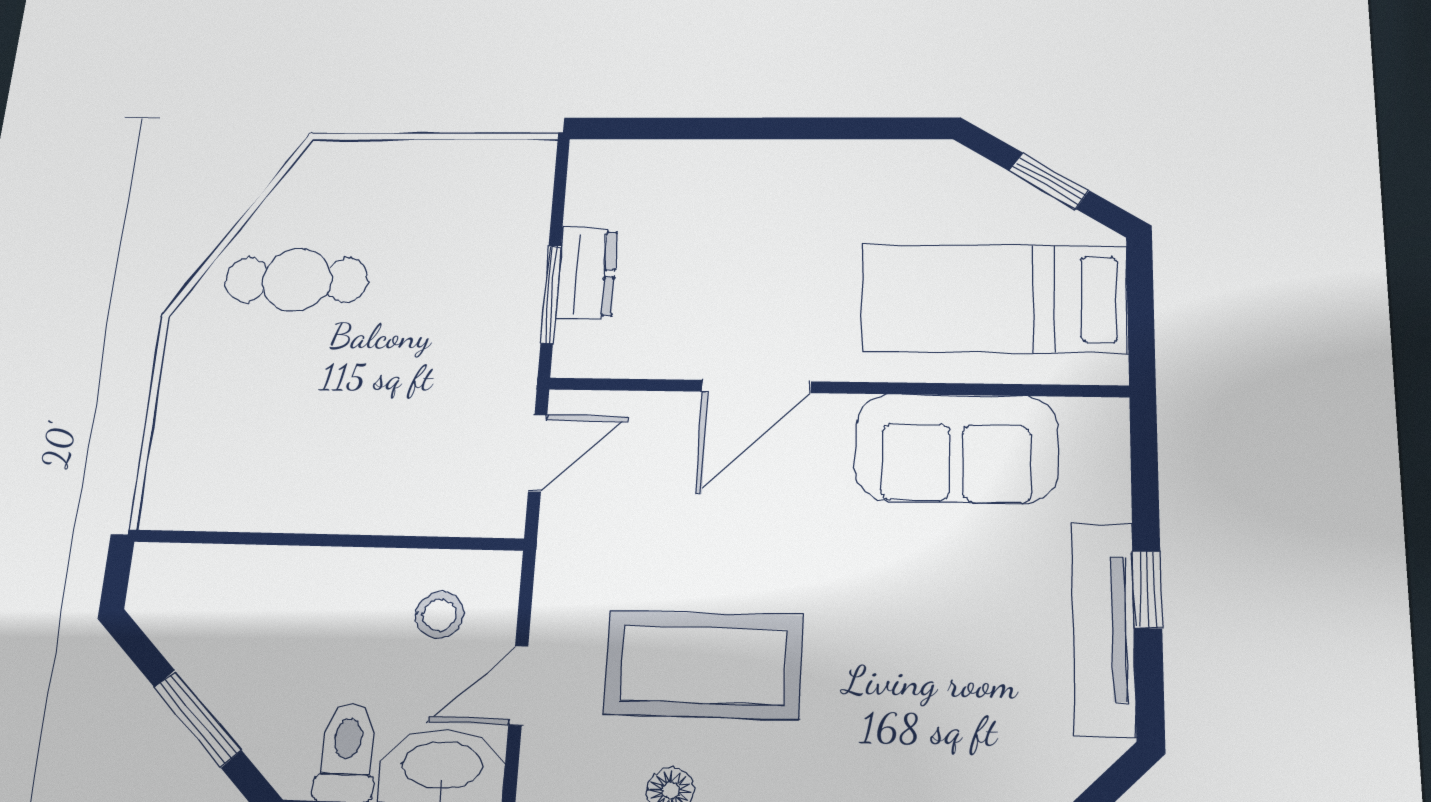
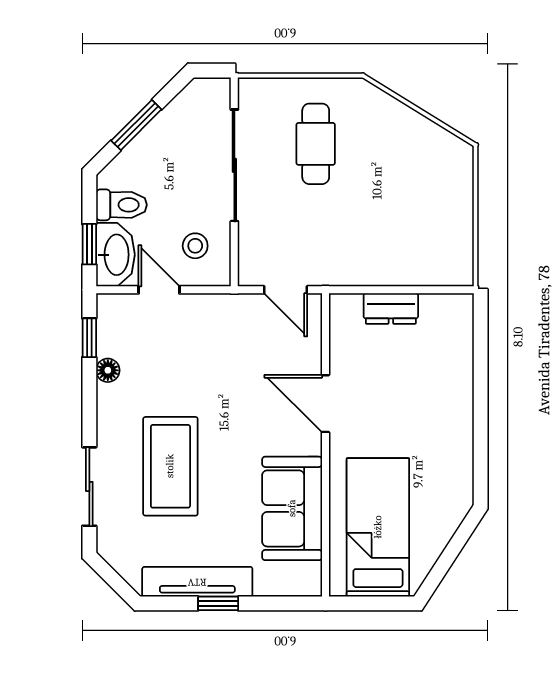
window: (1049, 181) -> (448, 557), removed
cafe table: (297, 280) -> (316, 144), moved
window: (551, 294) -> (378, 290), removed
sliding door: (297, 540) -> (234, 165), added
coffee table: (703, 665) -> (170, 466), moved

